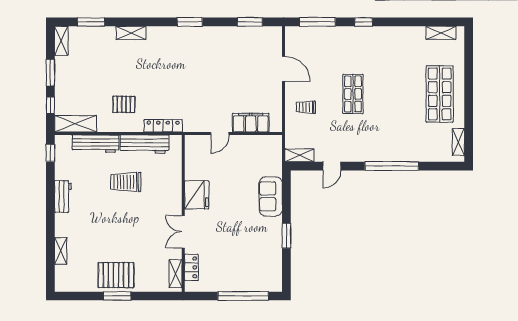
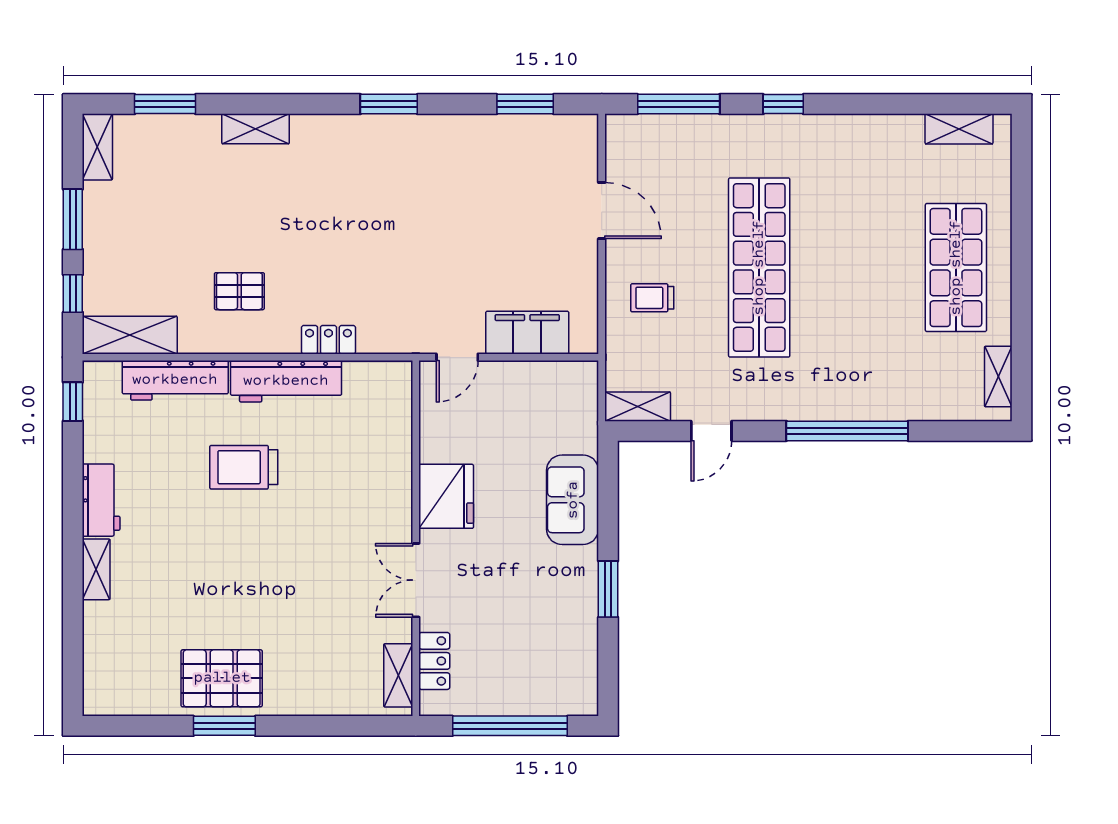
shop shelf: (353, 94) -> (759, 268), width x2.00, depth x1.36
locker: (163, 126) -> (328, 340), width x0.66
fridge: (197, 195) -> (446, 496), moved
wall: (183, 213) -> (416, 538), moved
double door: (183, 232) -> (416, 580), moved
shelving: (61, 251) -> (96, 569), moved
locker: (191, 267) -> (434, 661), moved
shelving: (175, 274) -> (398, 675), moved

